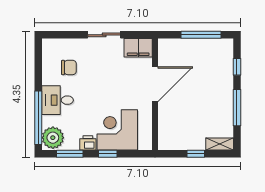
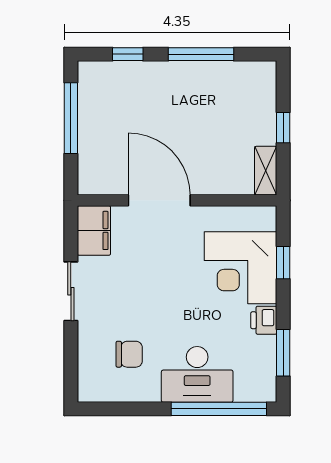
chair: (69, 67) -> (129, 354), turned 90
desk: (58, 100) -> (197, 374), width x1.37
plant: (53, 138) -> (254, 383), removed
shelving: (220, 144) -> (266, 171), moved
window: (108, 154) -> (283, 263), moved

